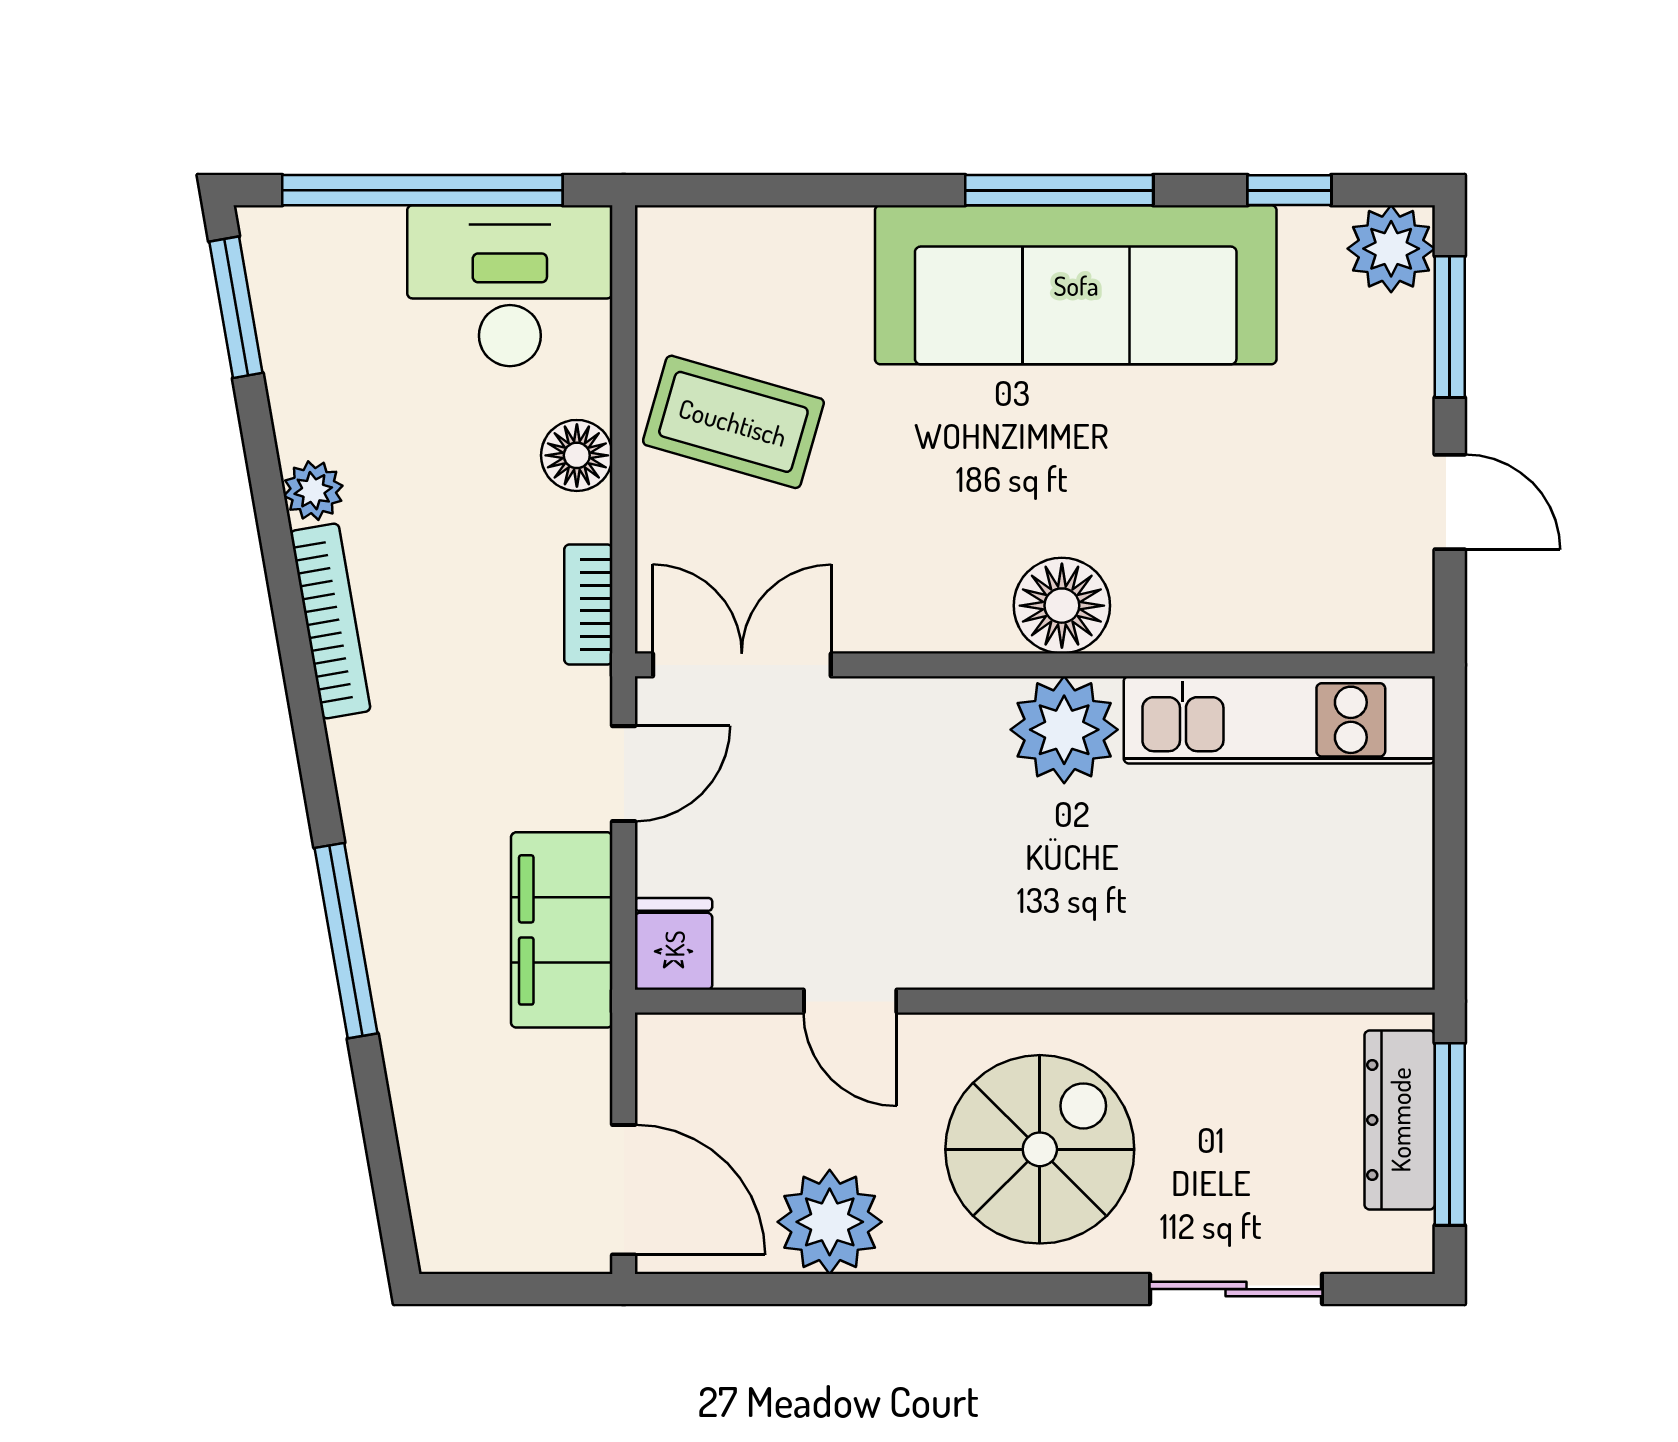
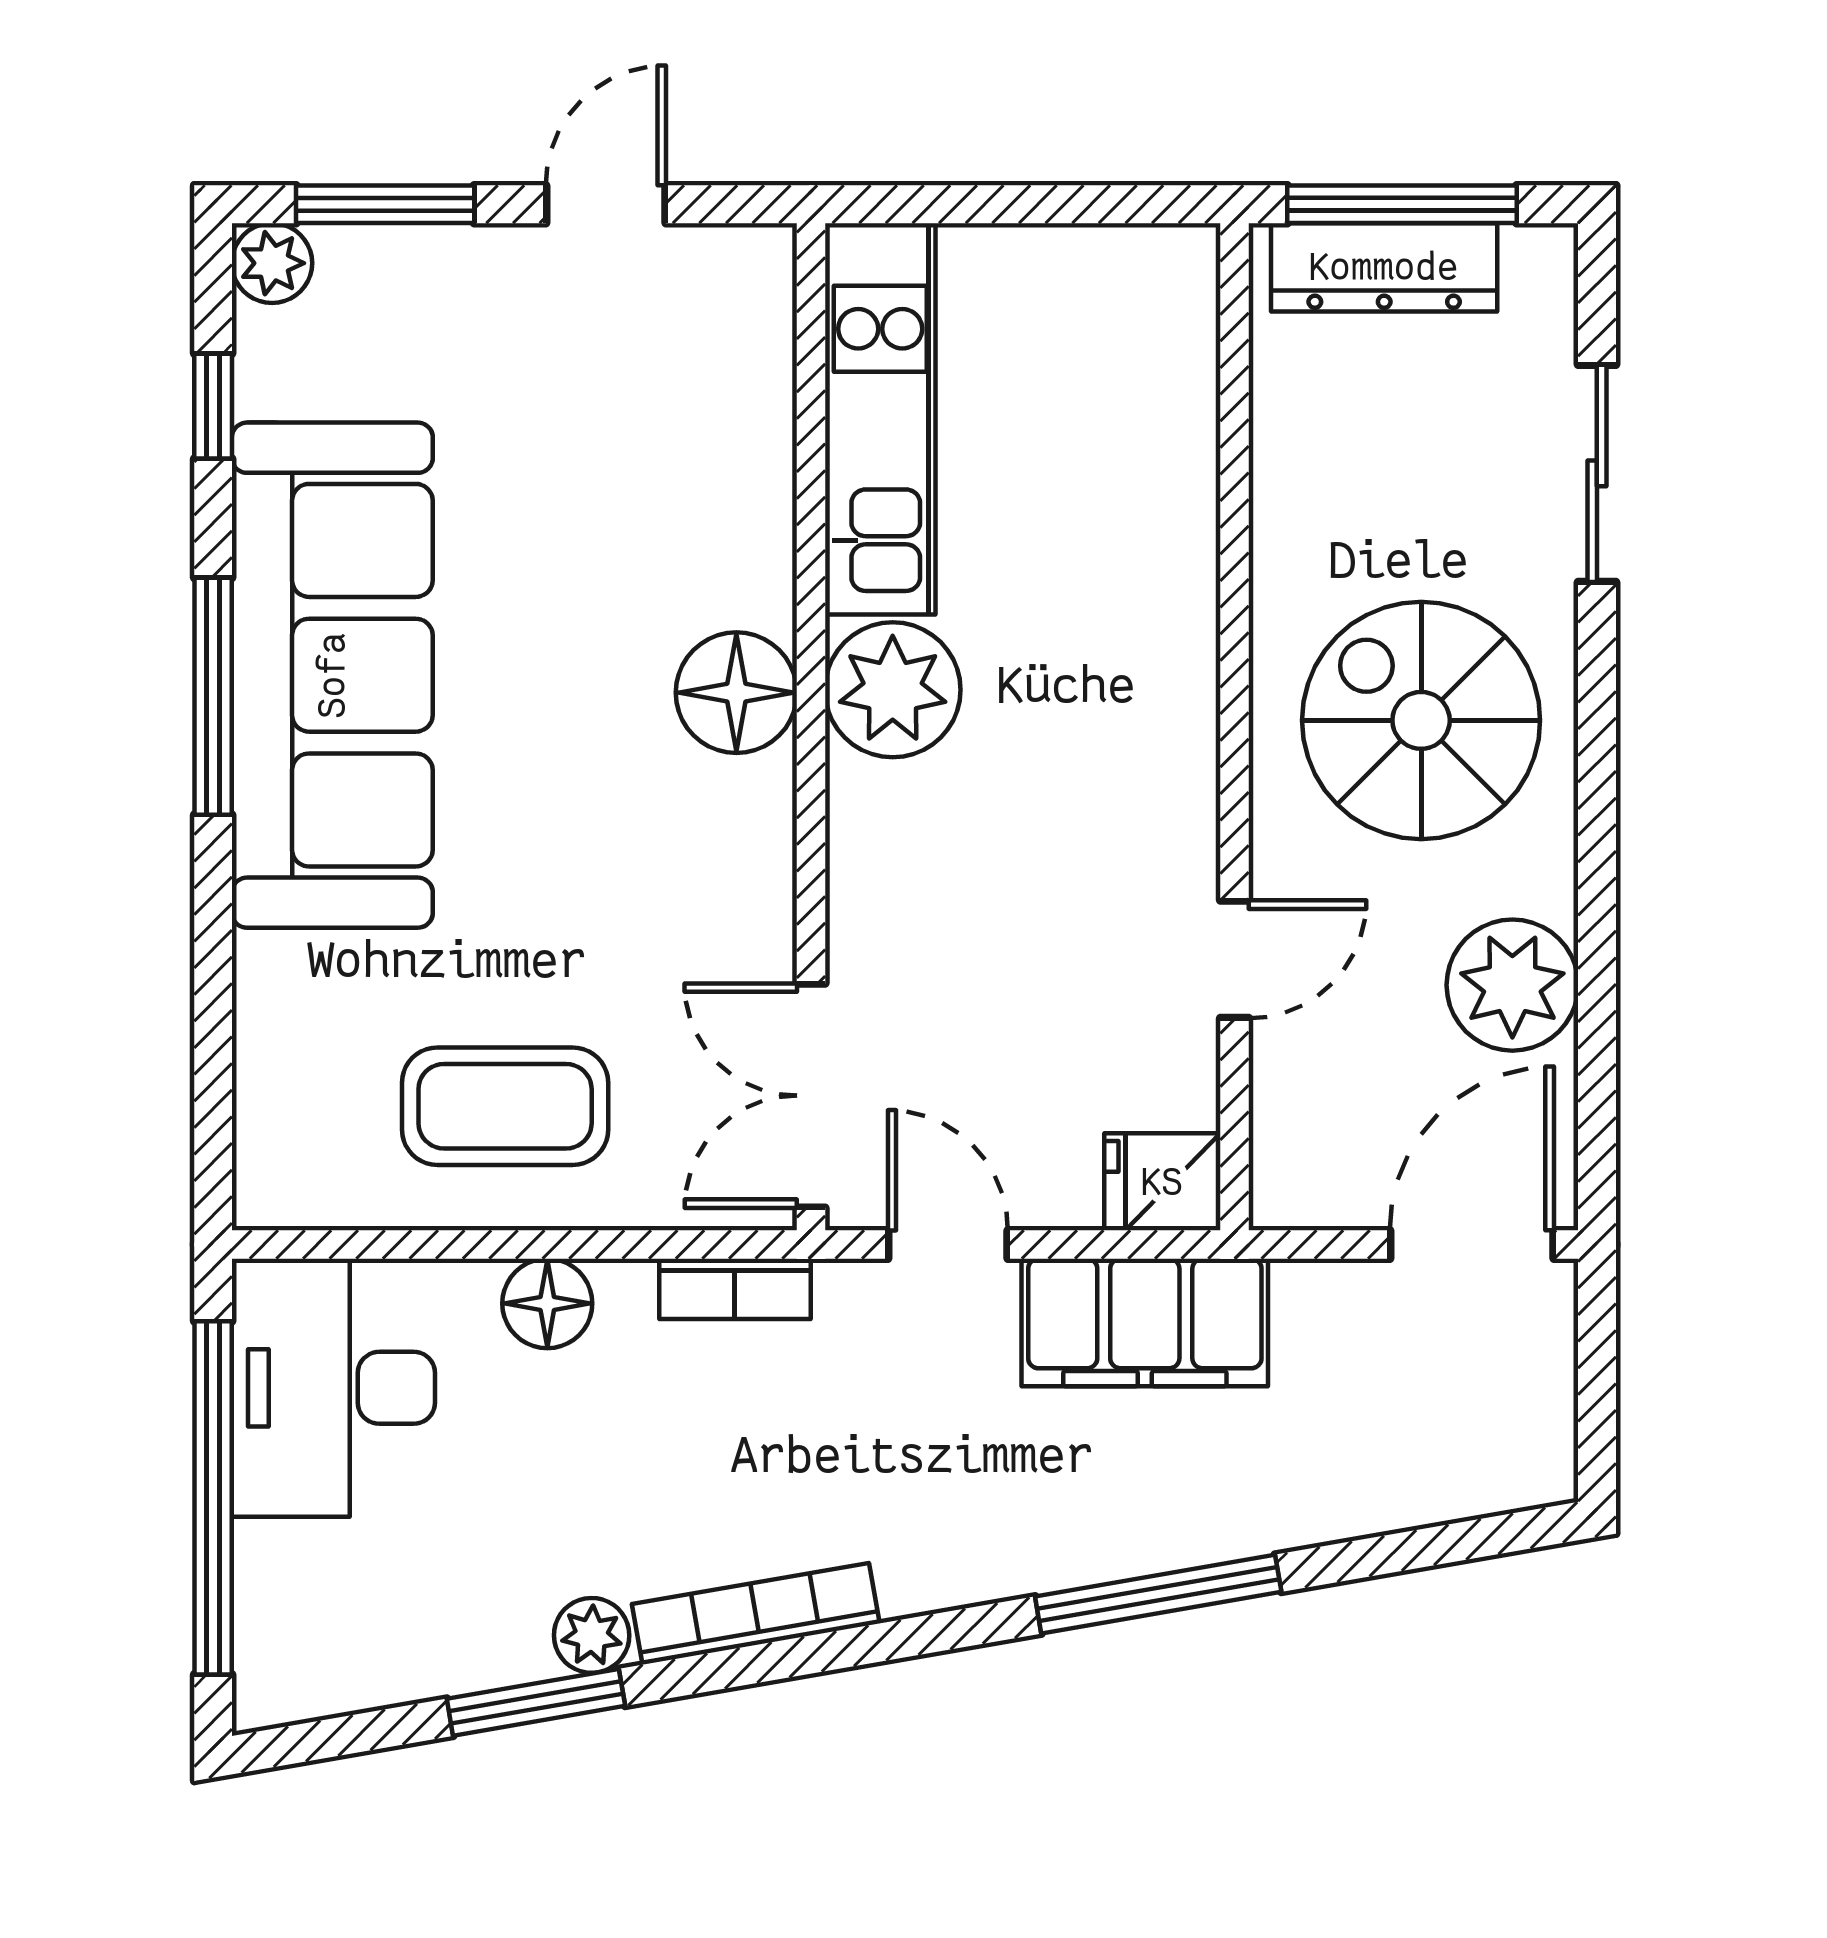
plant: (1391, 249) -> (272, 263), width x0.73, depth x0.73
window: (236, 307) -> (536, 1702), moved
coffee table: (733, 422) -> (505, 1106), turned 74

